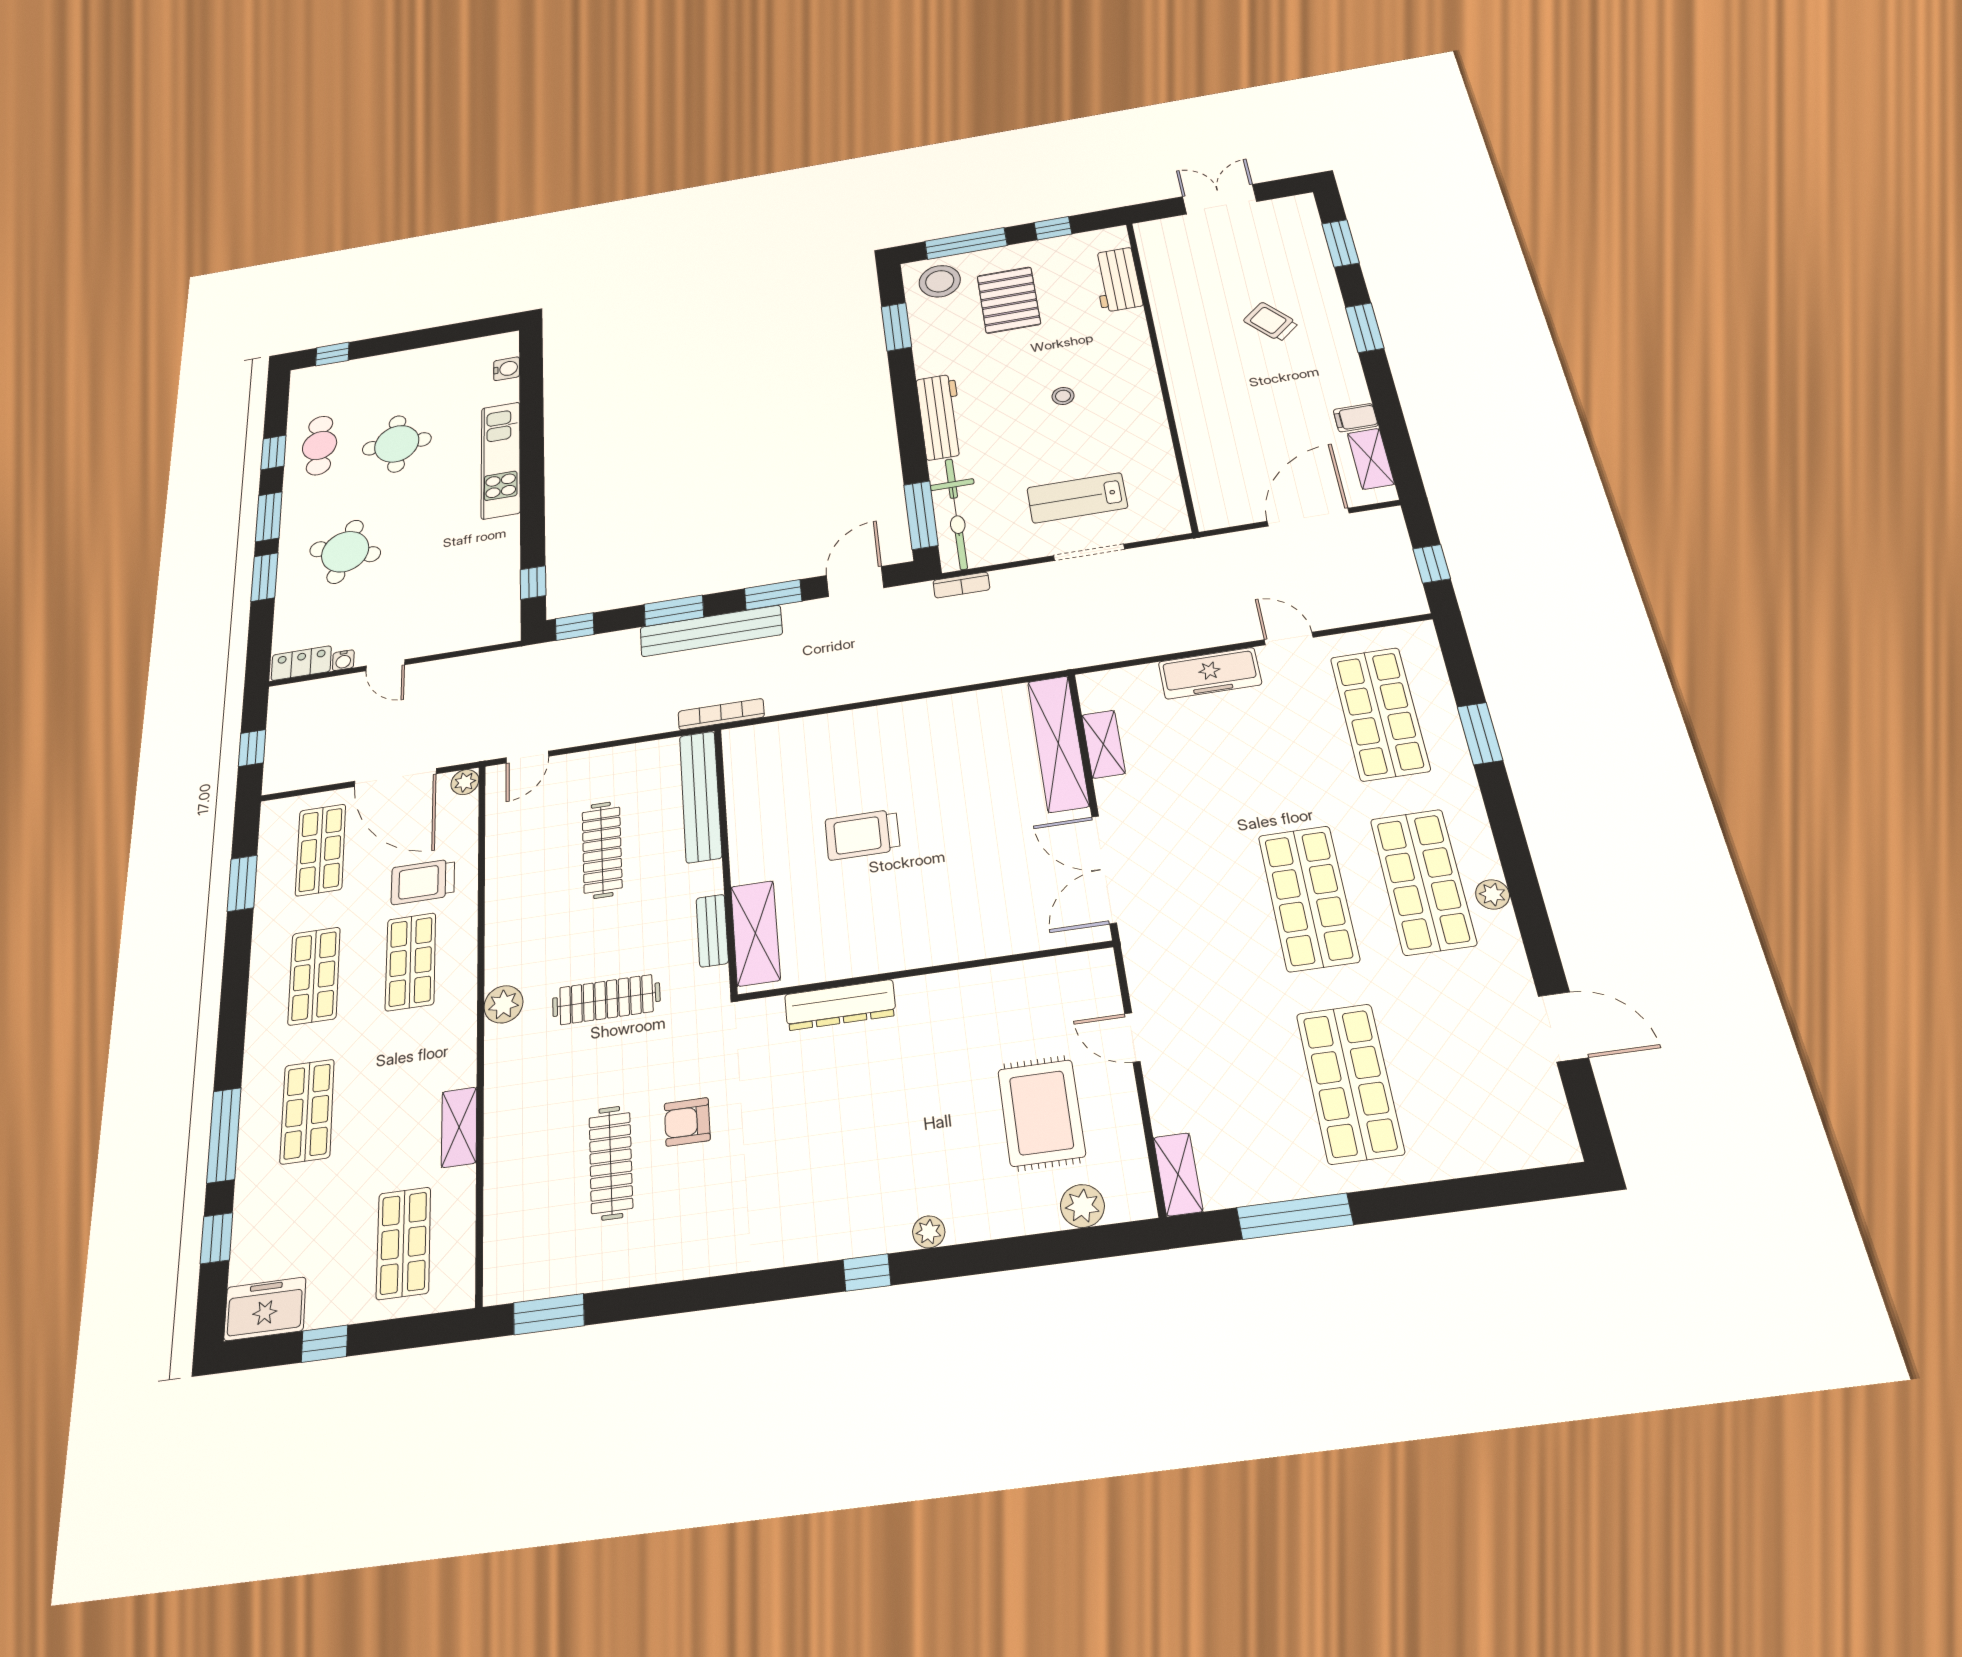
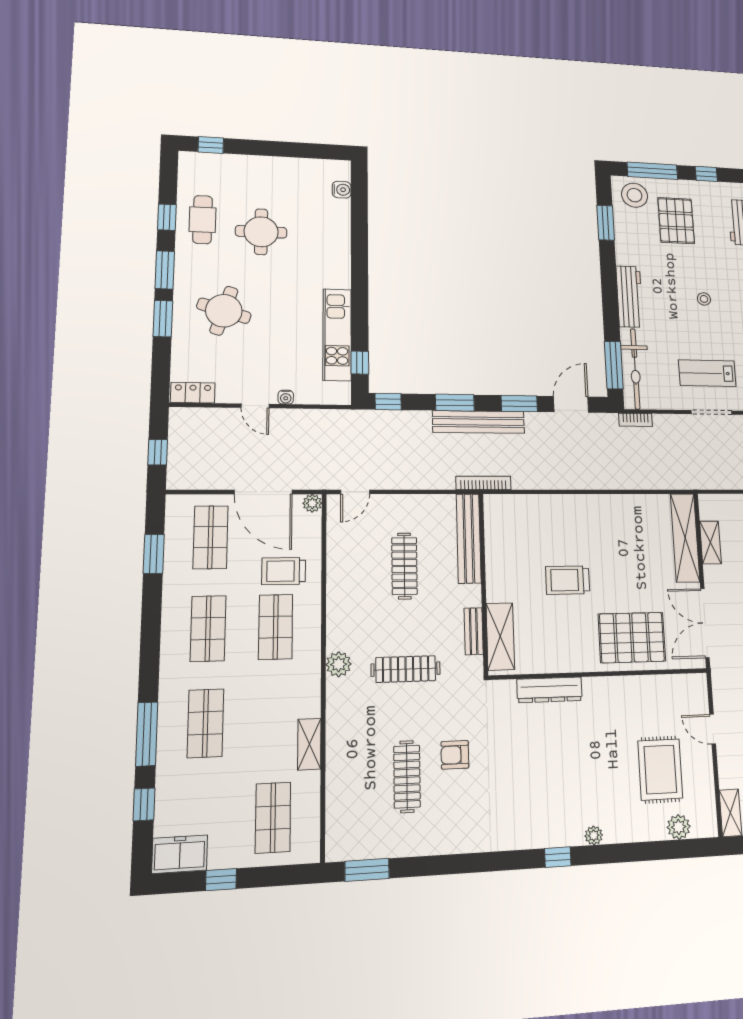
kitchen unit: (501, 460) -> (337, 335), moved
water cooler: (343, 660) -> (286, 397), moved
pallet: (977, 908) -> (632, 638), added

